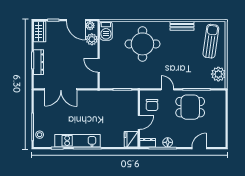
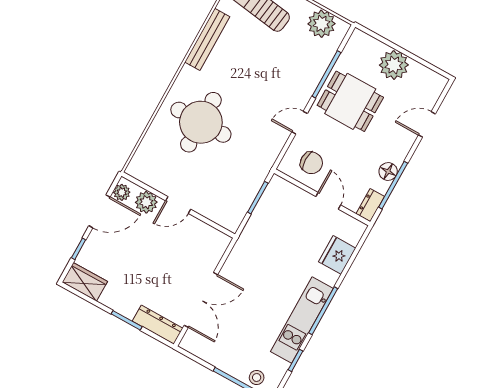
bench: (182, 26) -> (207, 39), width x1.36
barbecue: (106, 31) -> (145, 171), removed
dresser: (39, 62) -> (158, 325), moved
door: (99, 65) -> (178, 205), moved
dining table: (190, 107) -> (350, 101), turned 90
plant: (218, 118) -> (394, 65), added
fridge: (131, 139) -> (337, 255), moved, turned 90
door: (199, 148) -> (427, 124), hinge flipped

